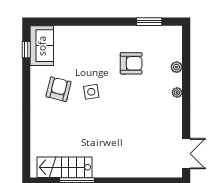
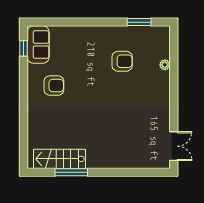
armchair: (59, 89) -> (54, 86), turned 76
side table: (91, 92) -> (85, 88), removed
plant: (177, 92) -> (165, 89), removed

